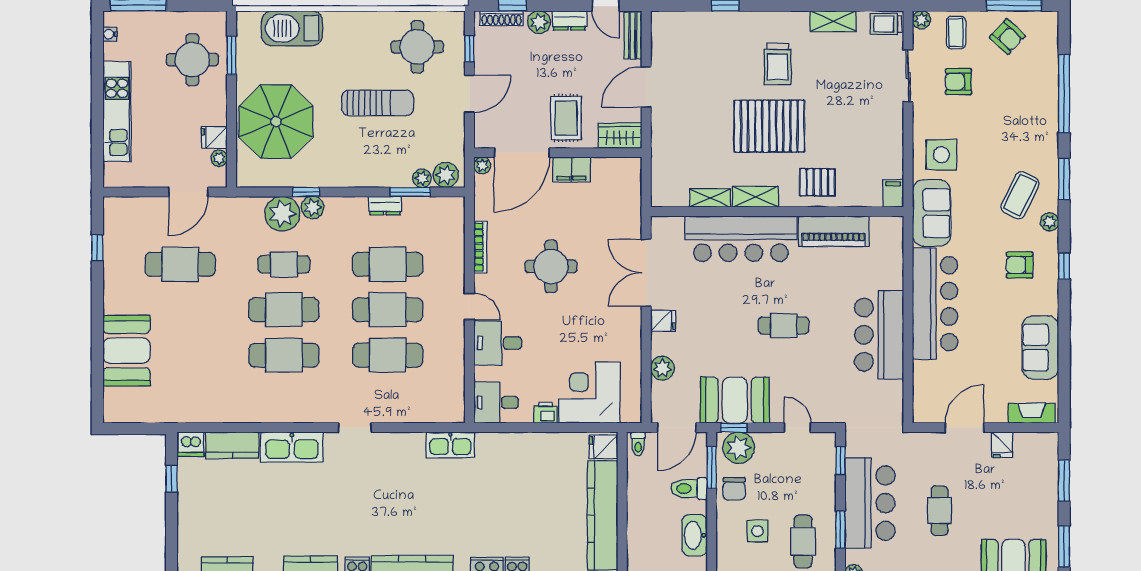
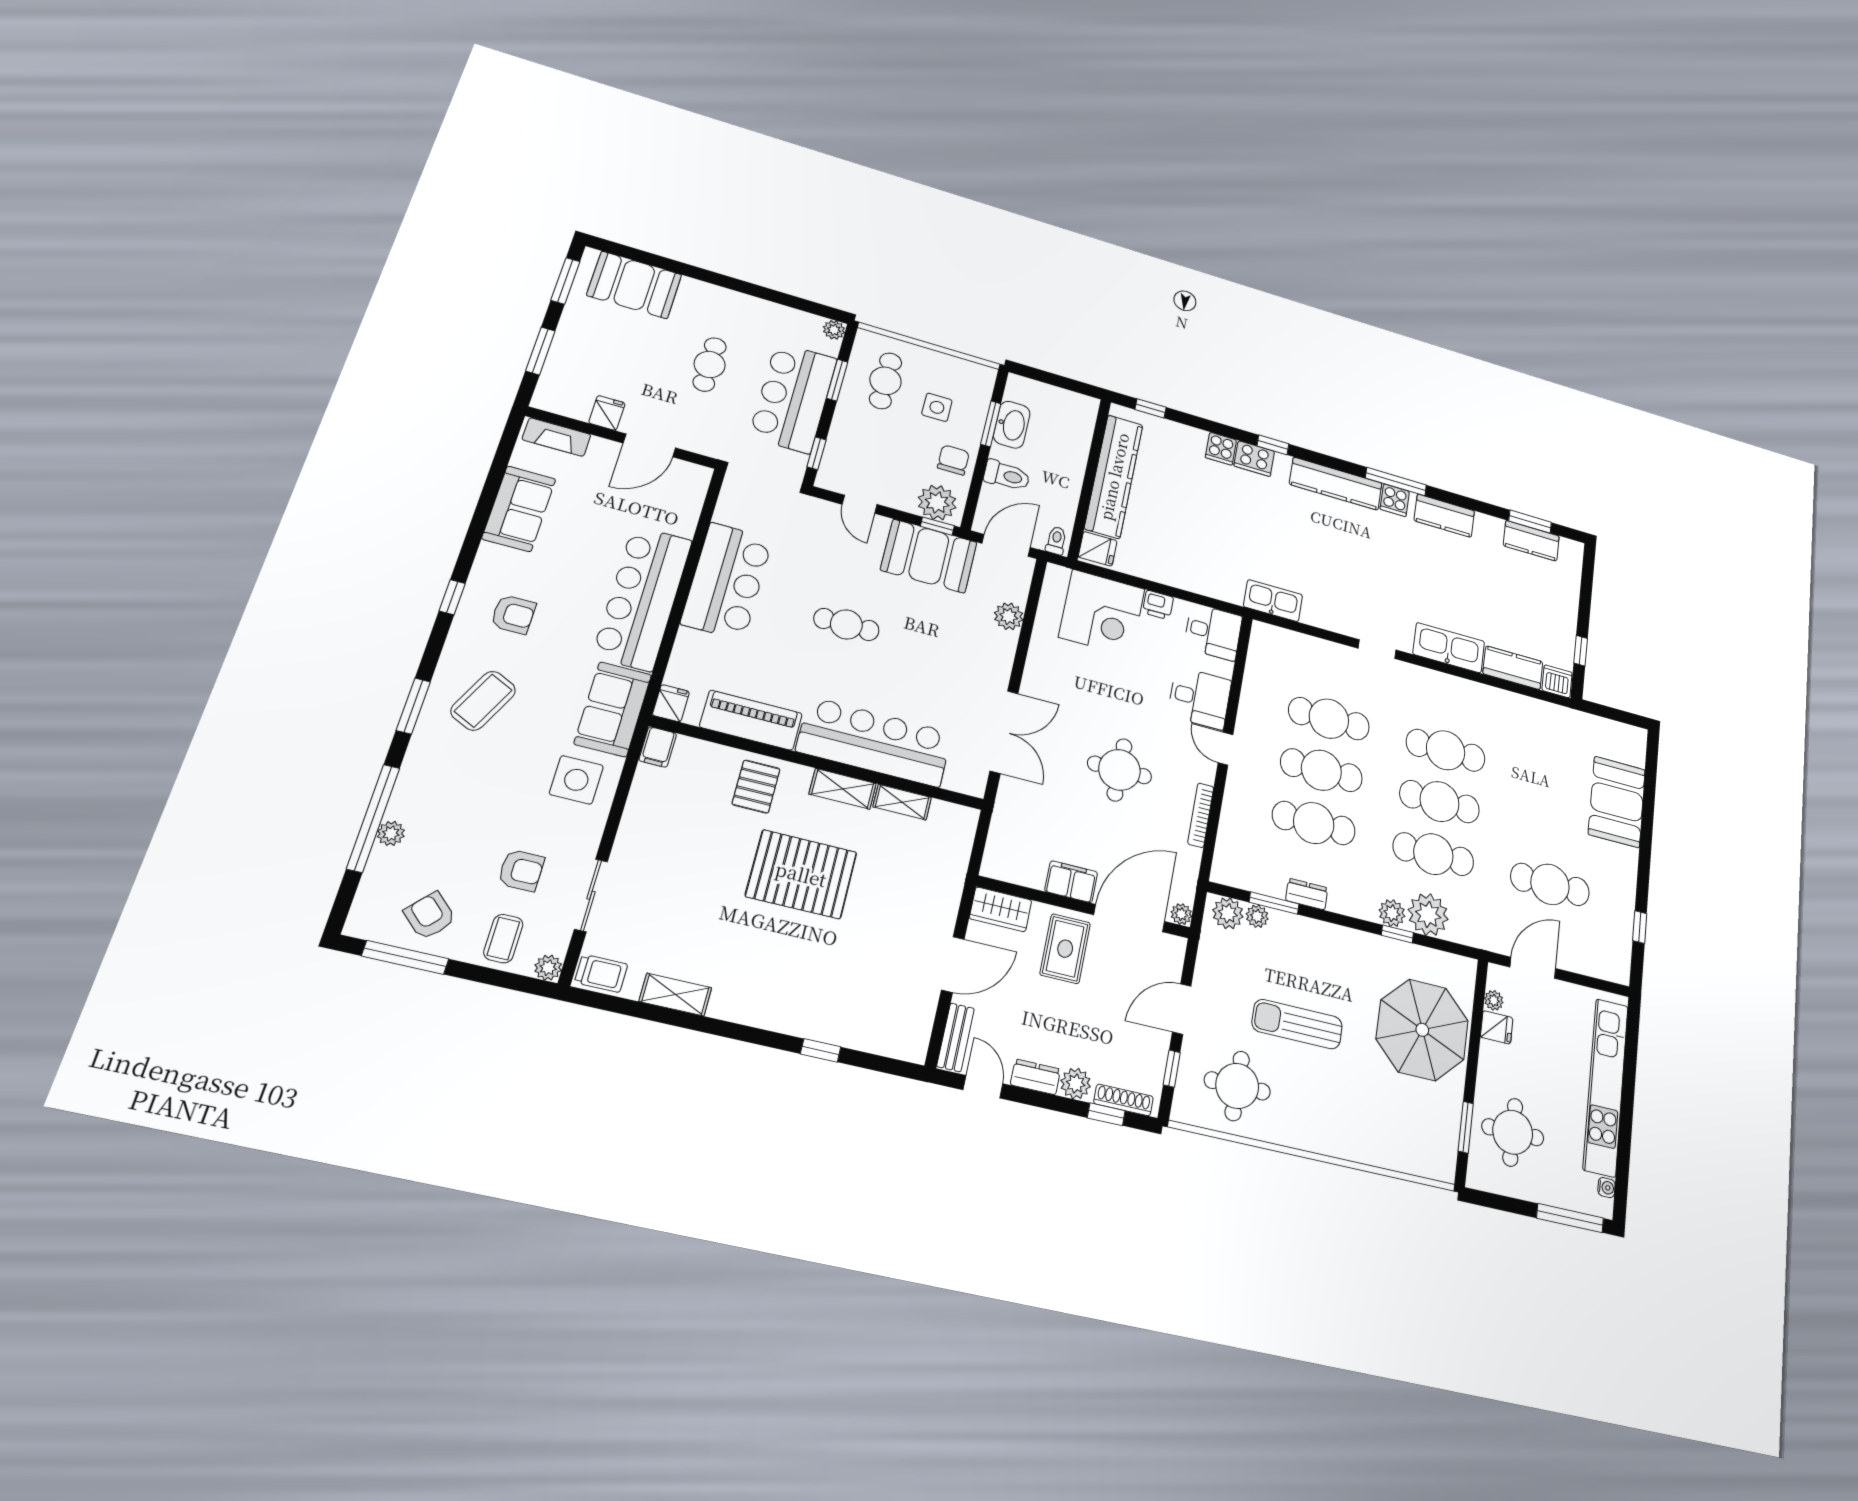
barbecue: (292, 28) -> (1389, 1146), removed
trolley: (778, 64) -> (769, 954), removed
kitchen unit: (117, 111) -> (1606, 1087), width x1.36
pallet: (817, 182) -> (756, 787), turned 90
plant: (1050, 222) -> (391, 833), moved
cafe table: (284, 264) -> (1433, 854), width x1.37, depth x1.35
fridge: (663, 321) -> (671, 703), moved, turned 90
window: (712, 468) -> (991, 424), moved

